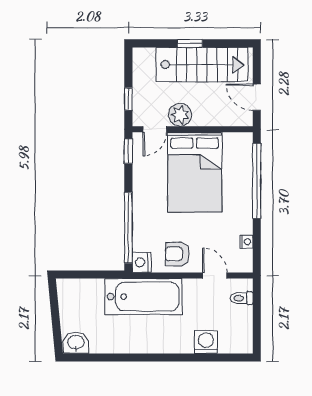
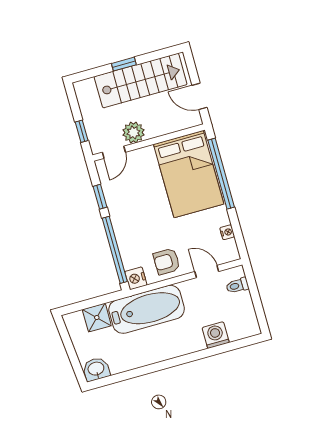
window: (128, 151) -> (100, 197), moved
bed: (195, 172) -> (189, 174), moved
shower: (91, 291) -> (97, 318), added

